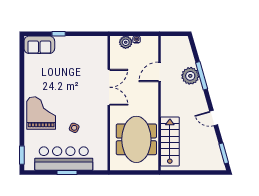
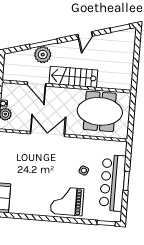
stairs: (170, 142) -> (73, 77), moved

